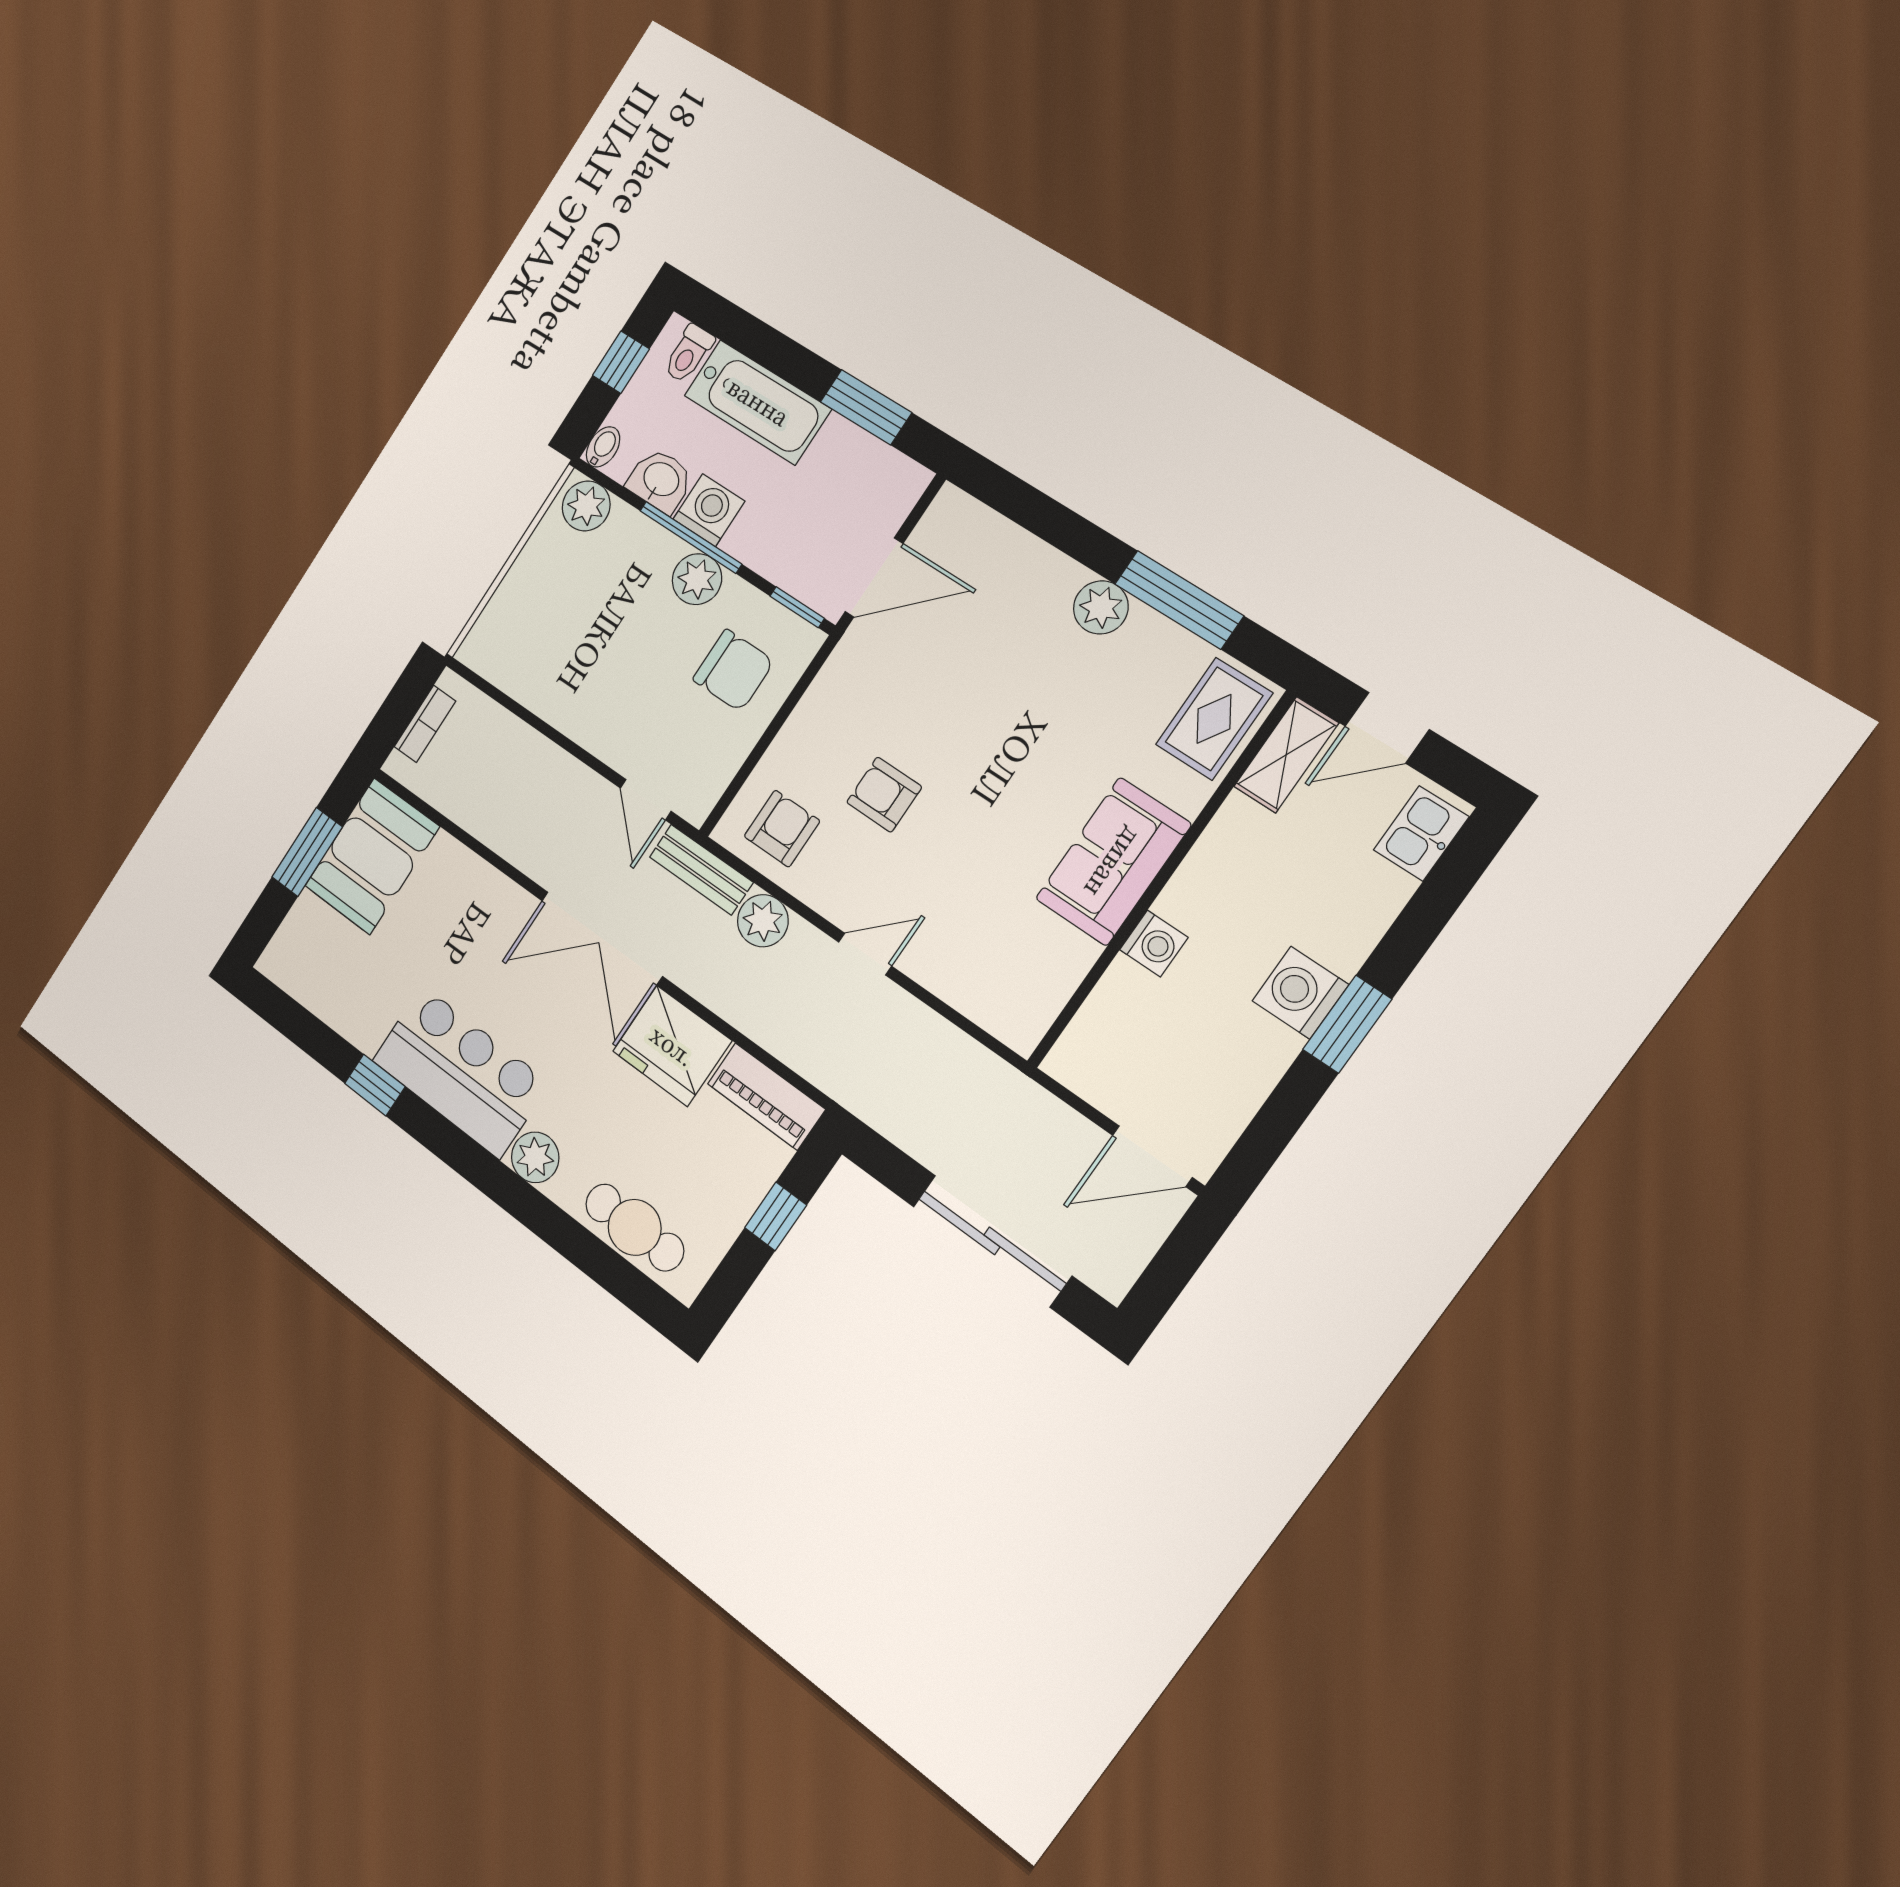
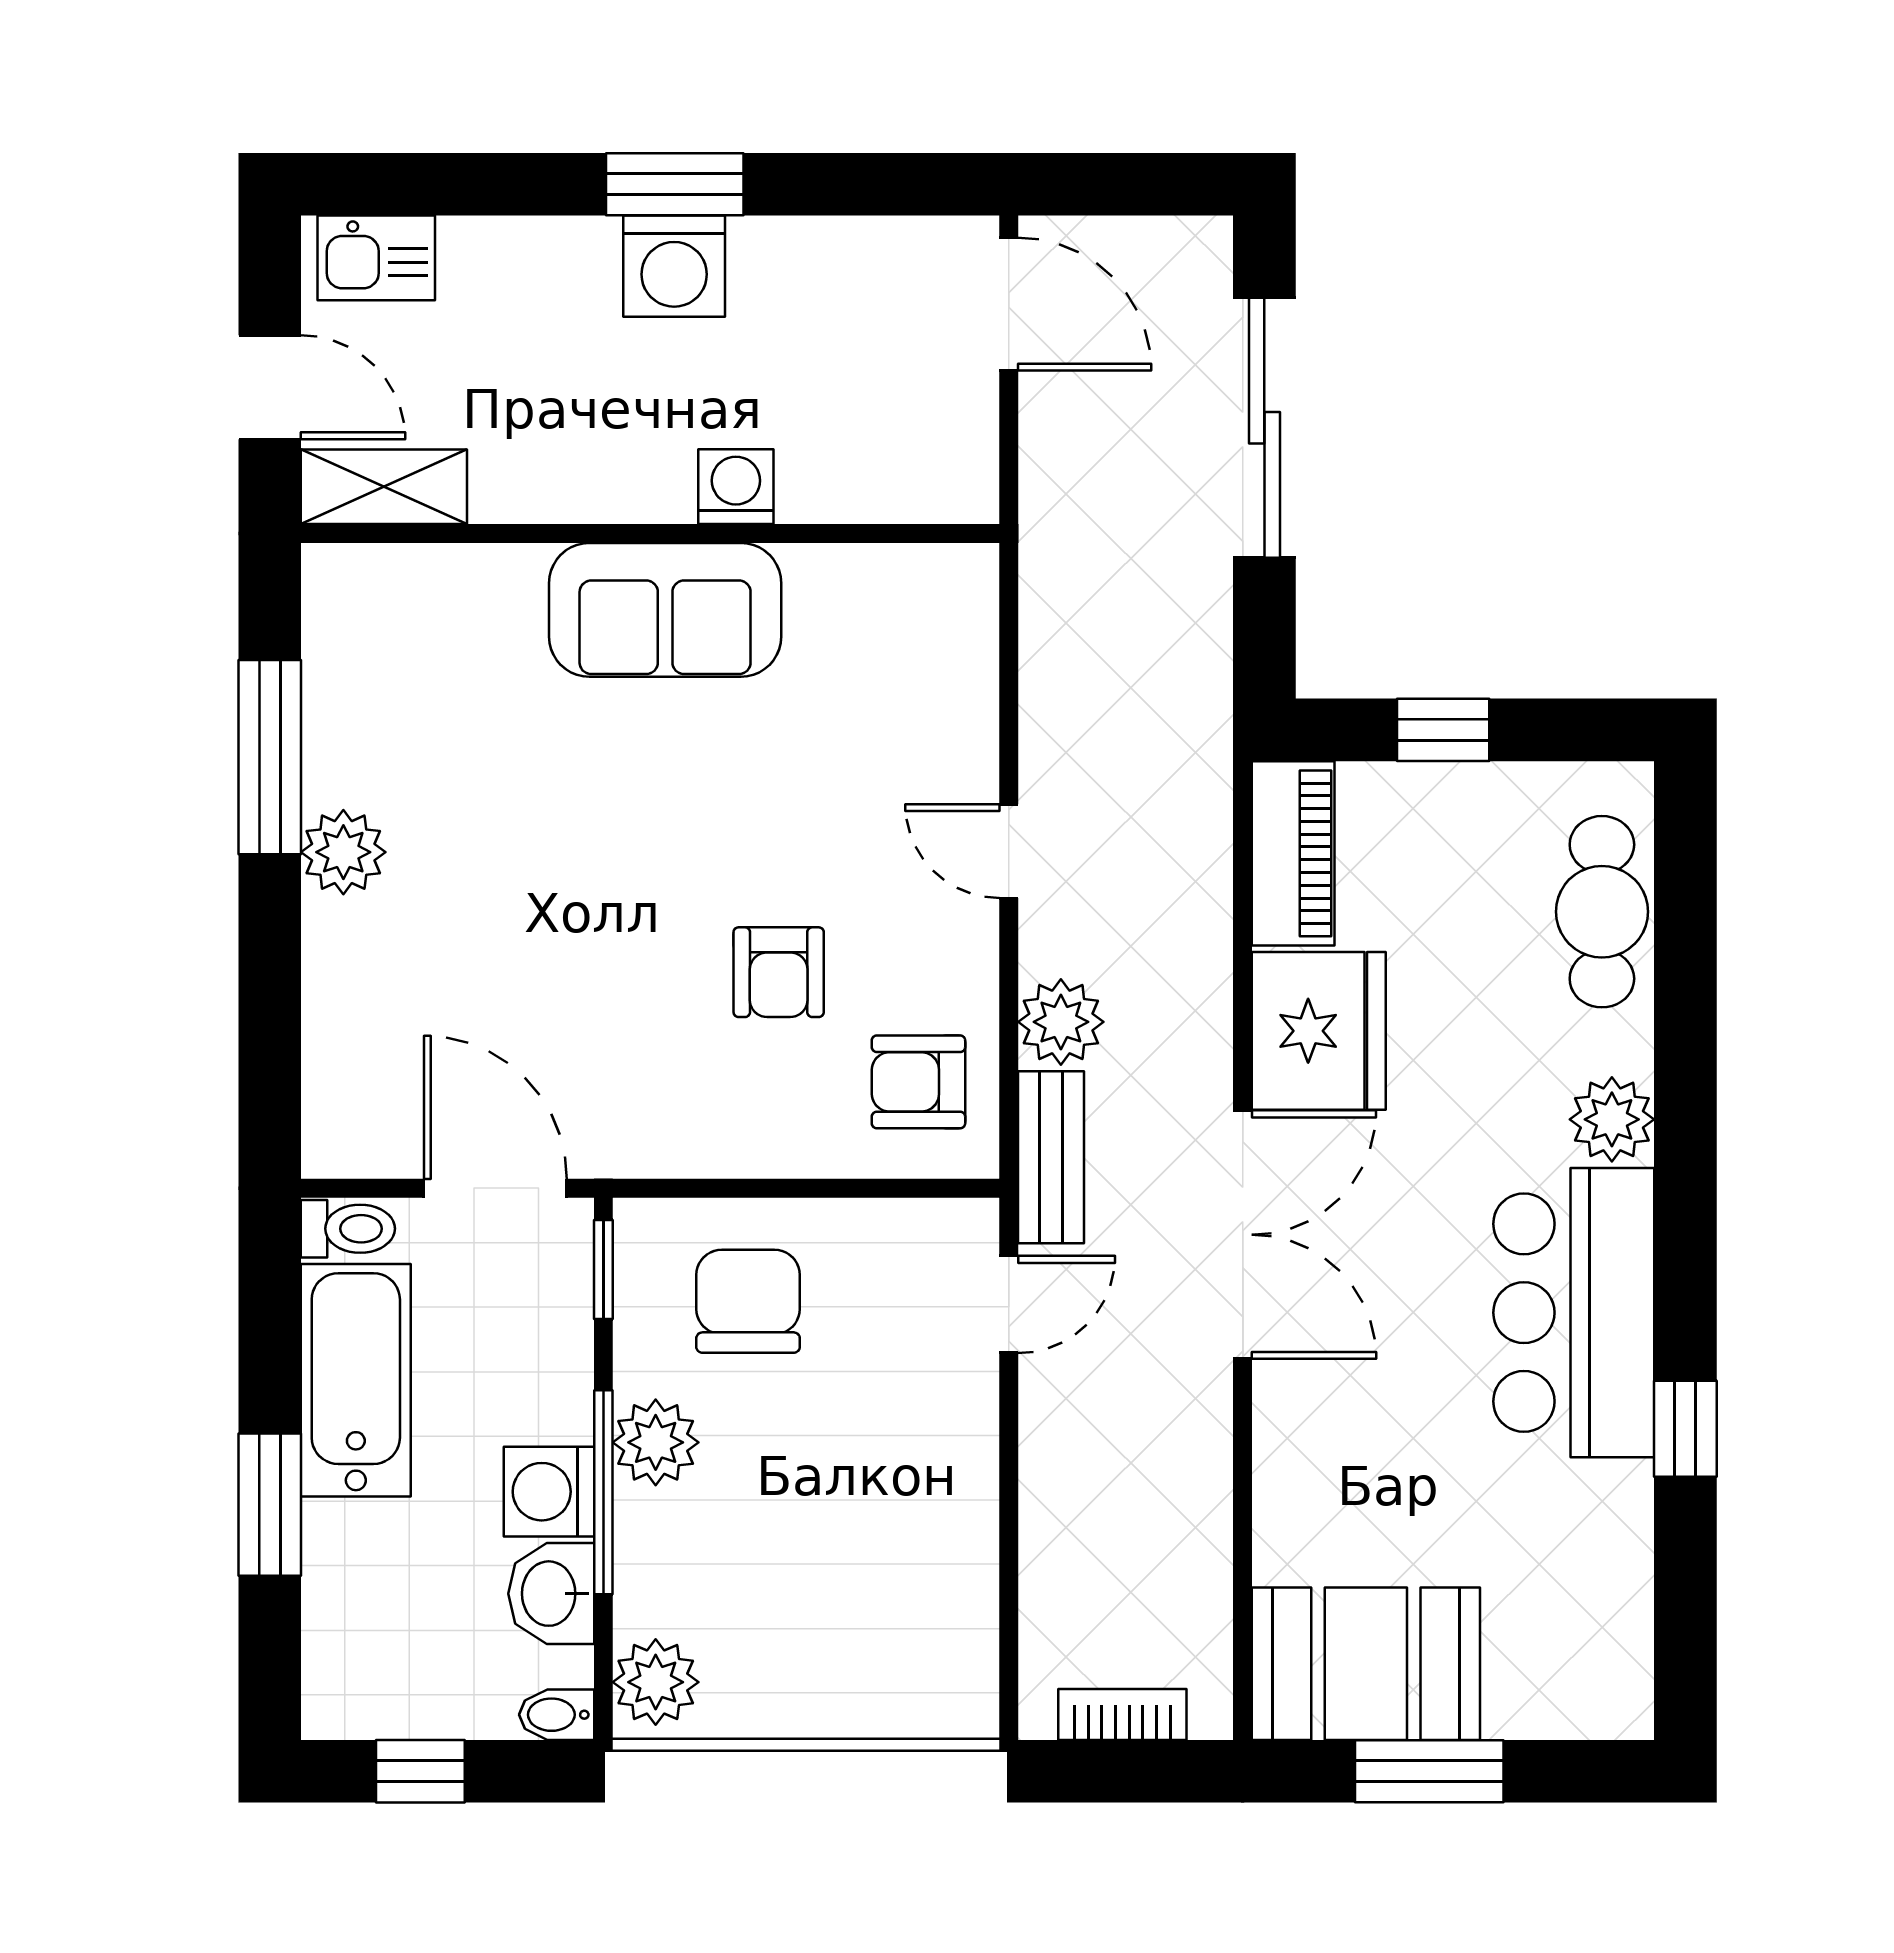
toilet: (689, 354) -> (348, 1229), moved
bathtub: (758, 402) -> (356, 1380), moved
window: (866, 407) -> (270, 1505), moved
rug: (1214, 719) -> (396, 608), removed

